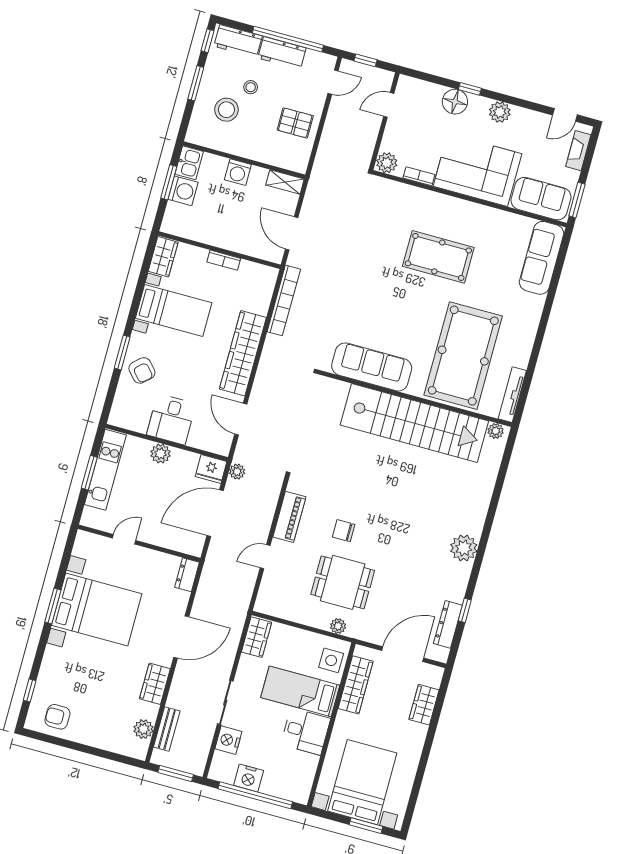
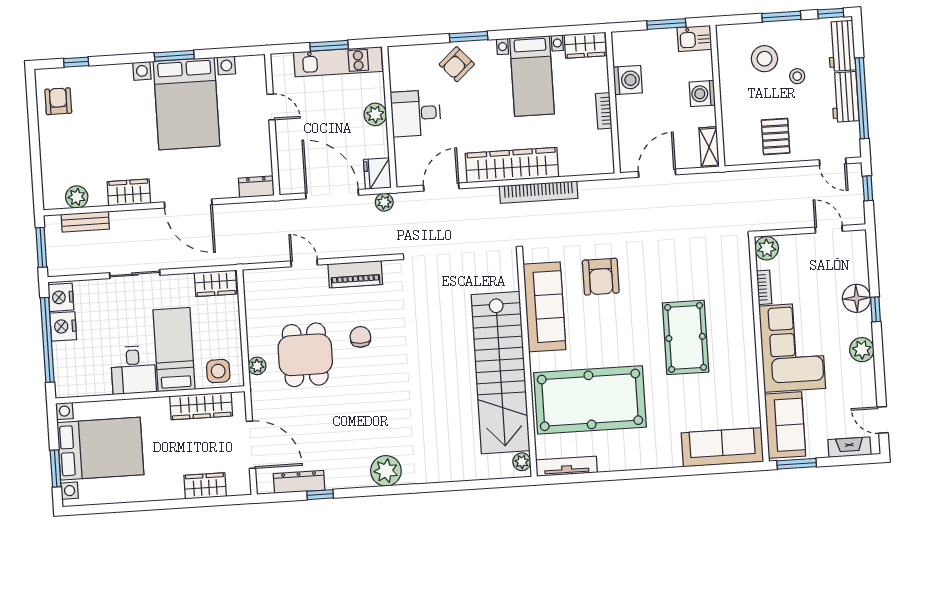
washing machine: (183, 191) -> (628, 80), moved, turned -90
bookcase: (284, 300) -> (539, 192), moved
armchair: (363, 311) -> (601, 277), added
nightstand: (228, 740) -> (61, 297), moved, turned -90

